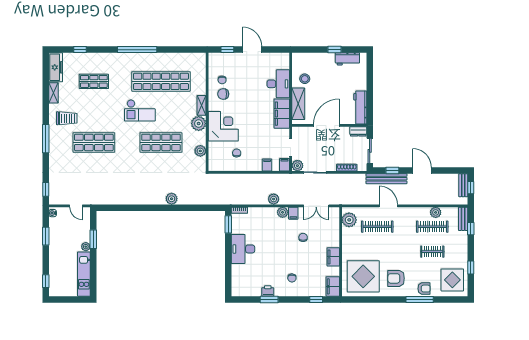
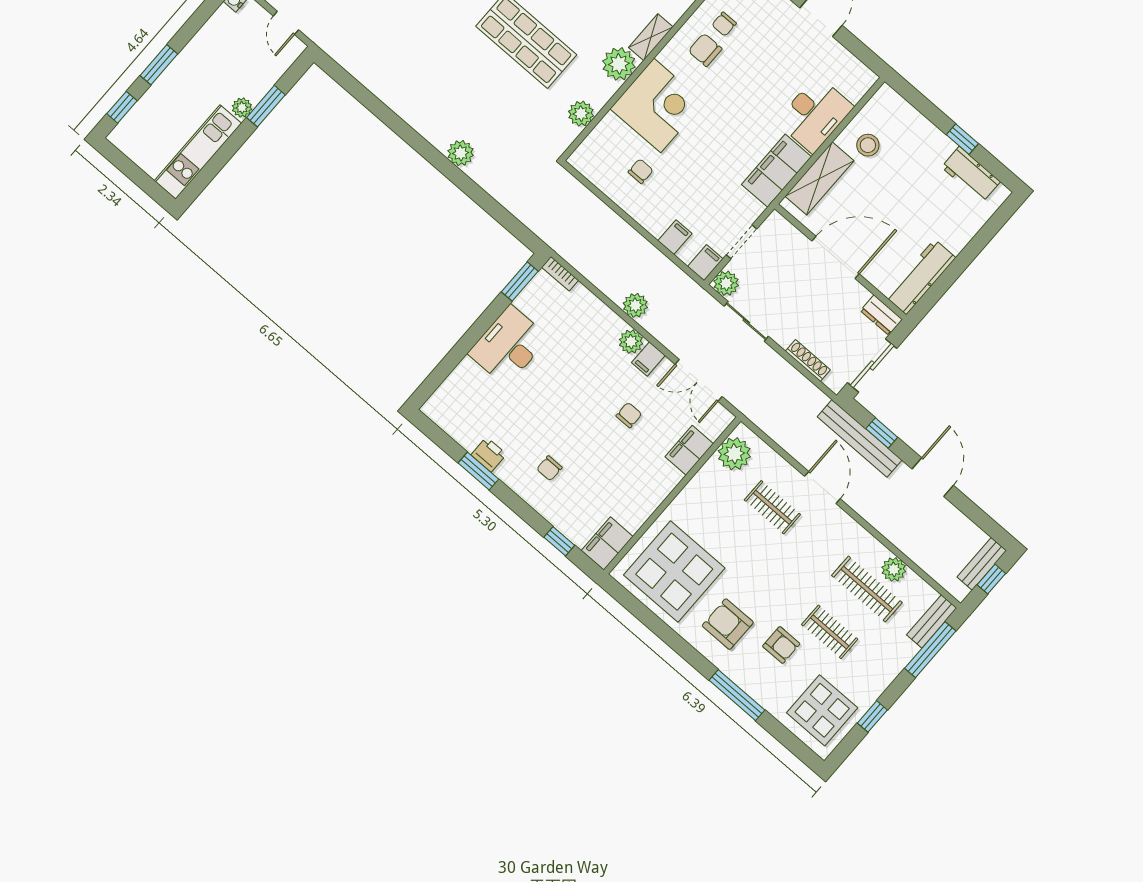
clothes rail: (377, 227) -> (772, 507), width x0.73
window: (471, 229) -> (930, 650), width x2.17
window: (46, 236) -> (159, 65), moved
filing cabinet: (333, 257) -> (689, 450), moved
armchair: (424, 289) -> (781, 645), moved

